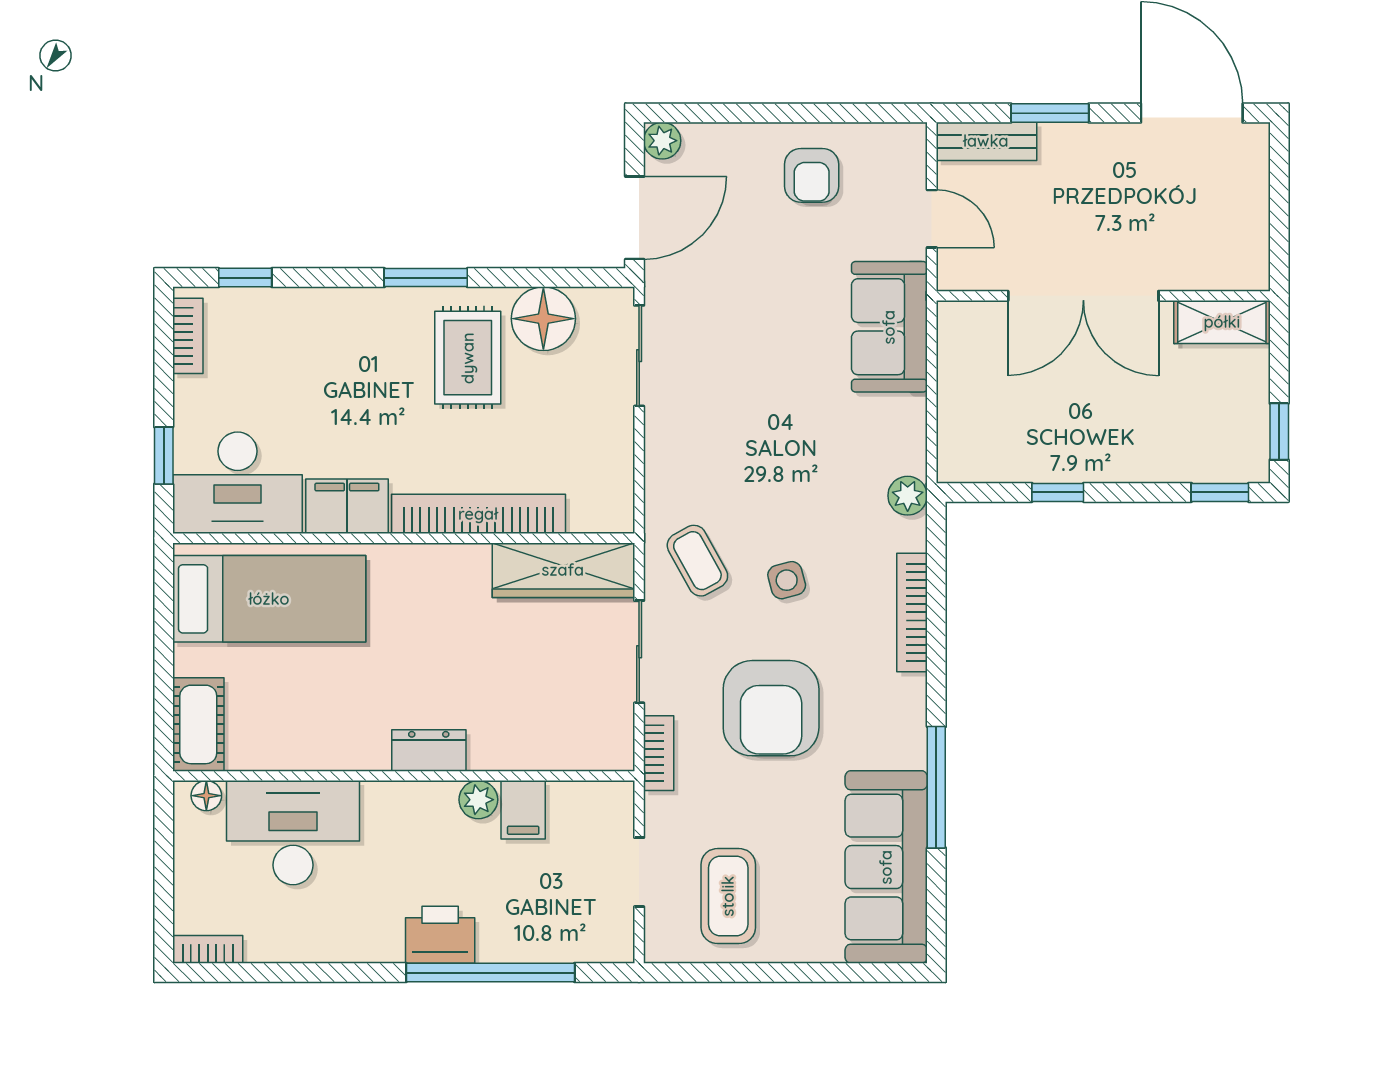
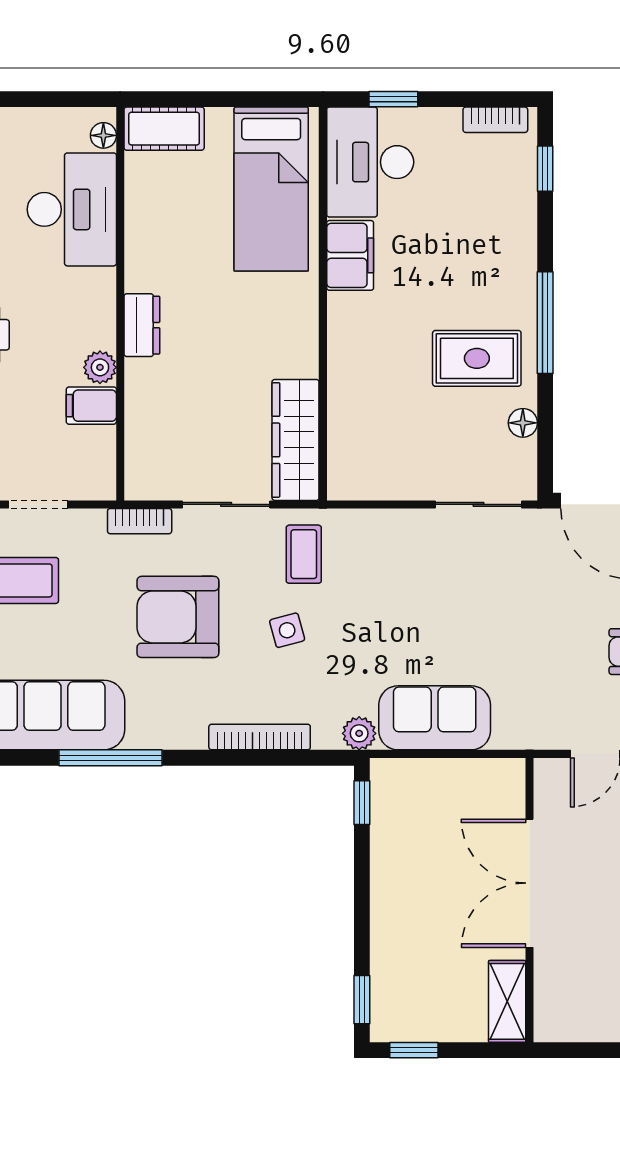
window: (426, 278) -> (545, 323), width x1.44
floor lamp: (543, 319) -> (523, 423), width x0.53, depth x0.53
sofa: (889, 327) -> (435, 718), moved
window: (1058, 492) -> (362, 803), moved
bookcase: (478, 514) -> (344, 368), removed
coffee table: (697, 561) -> (304, 554), turned -61

